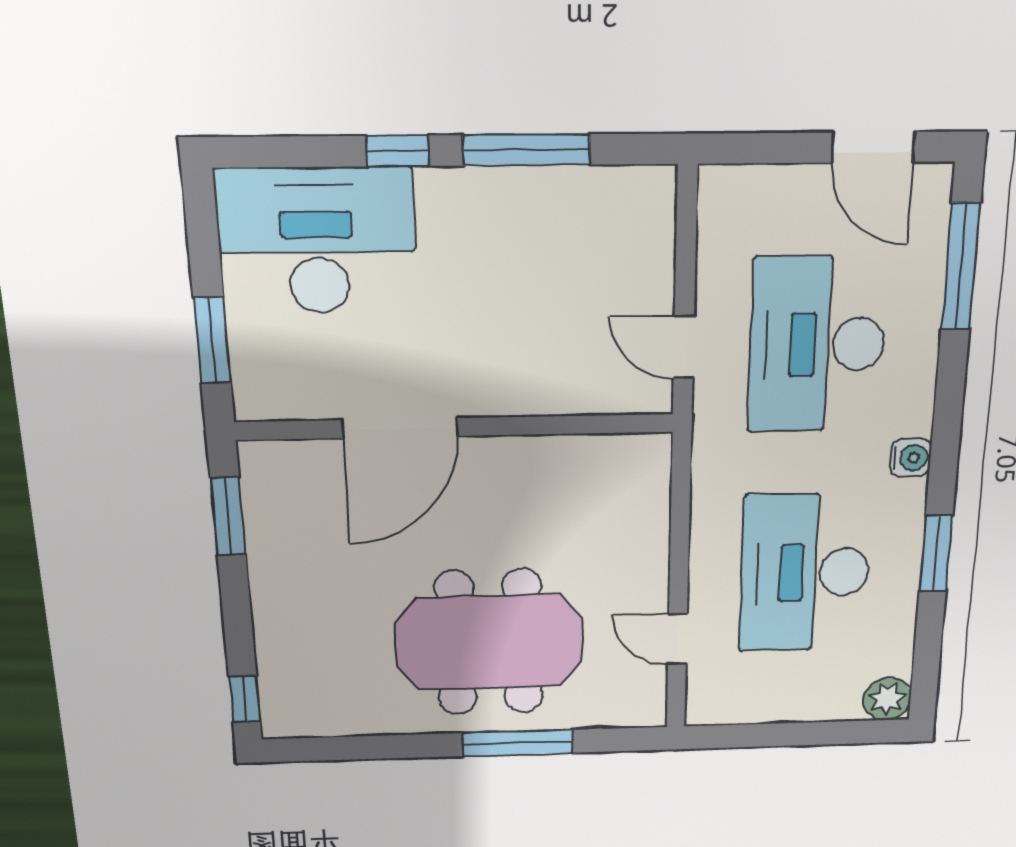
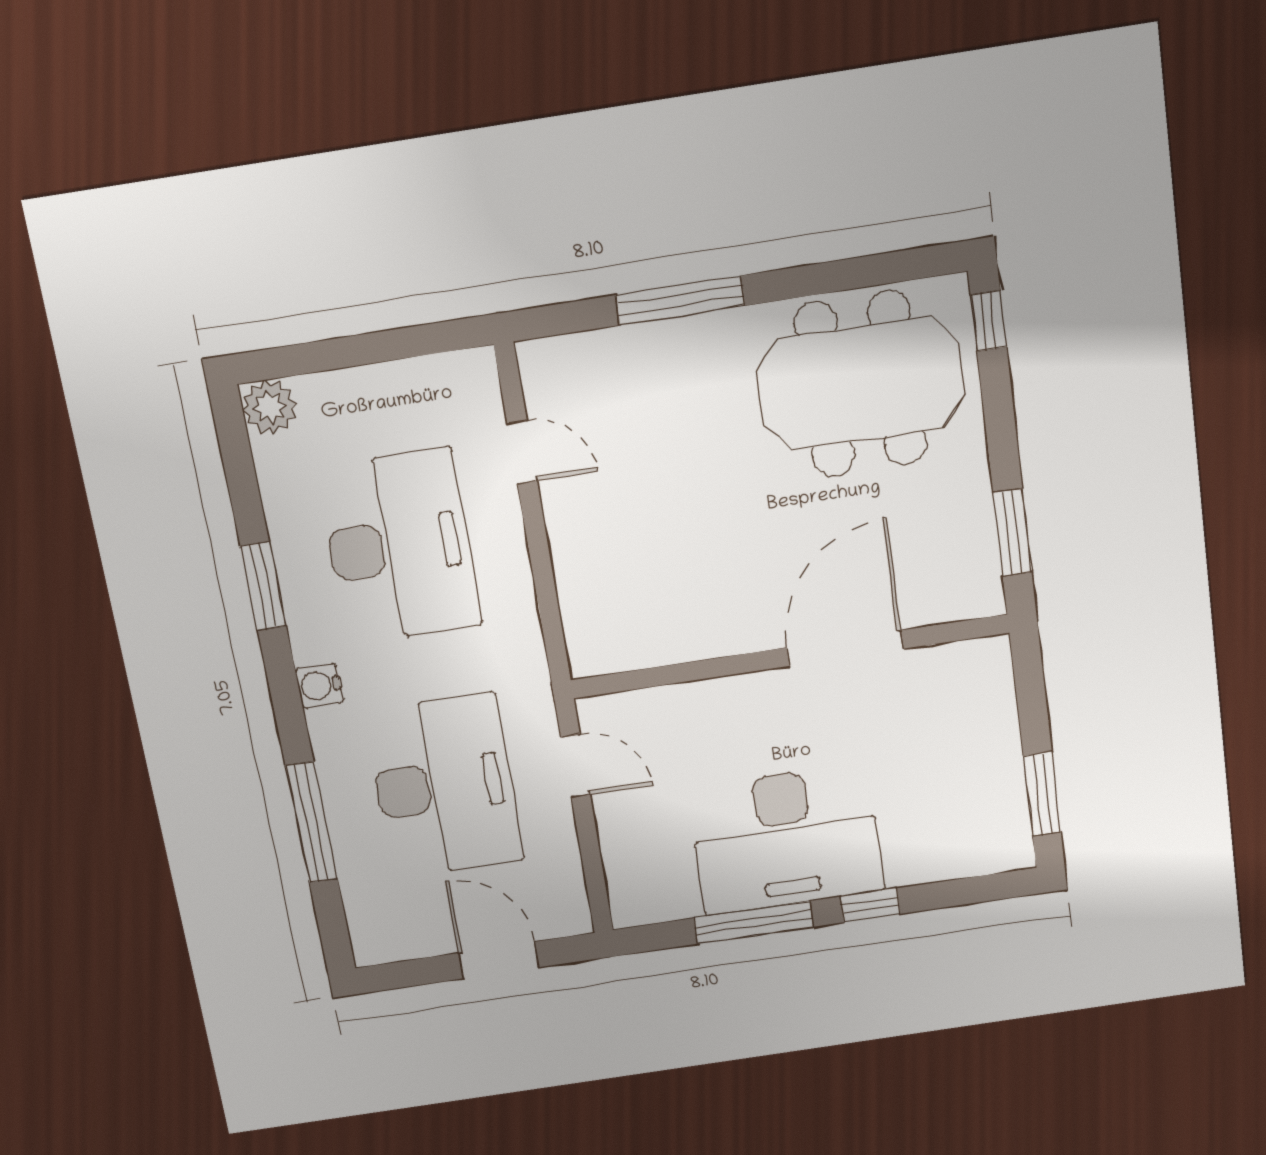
door: (873, 147) -> (499, 960), moved
desk: (317, 241) -> (786, 840), moved
window: (961, 267) -> (312, 822), moved
window: (212, 340) -> (1042, 794), moved
meeting table: (489, 642) -> (861, 384), moved

